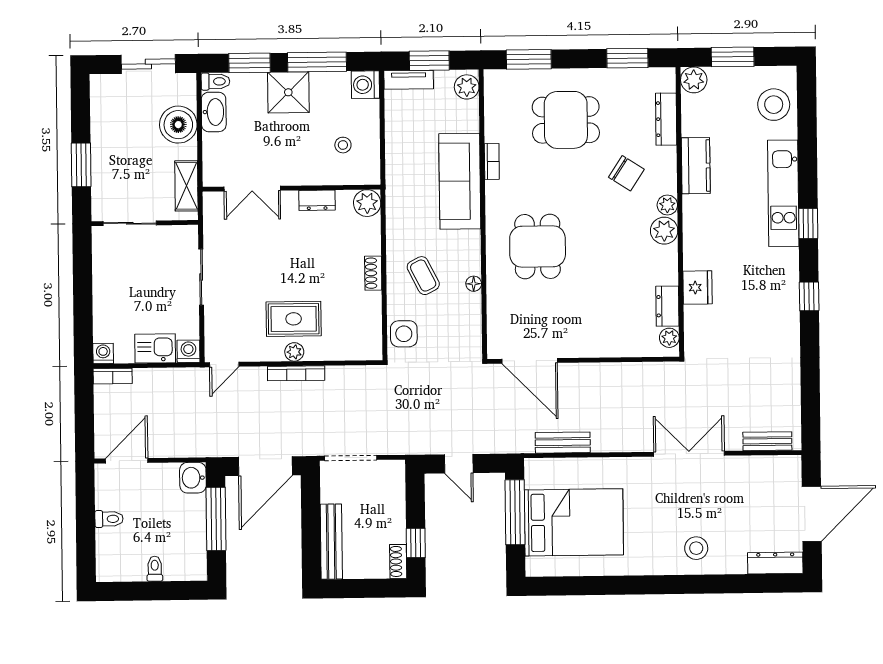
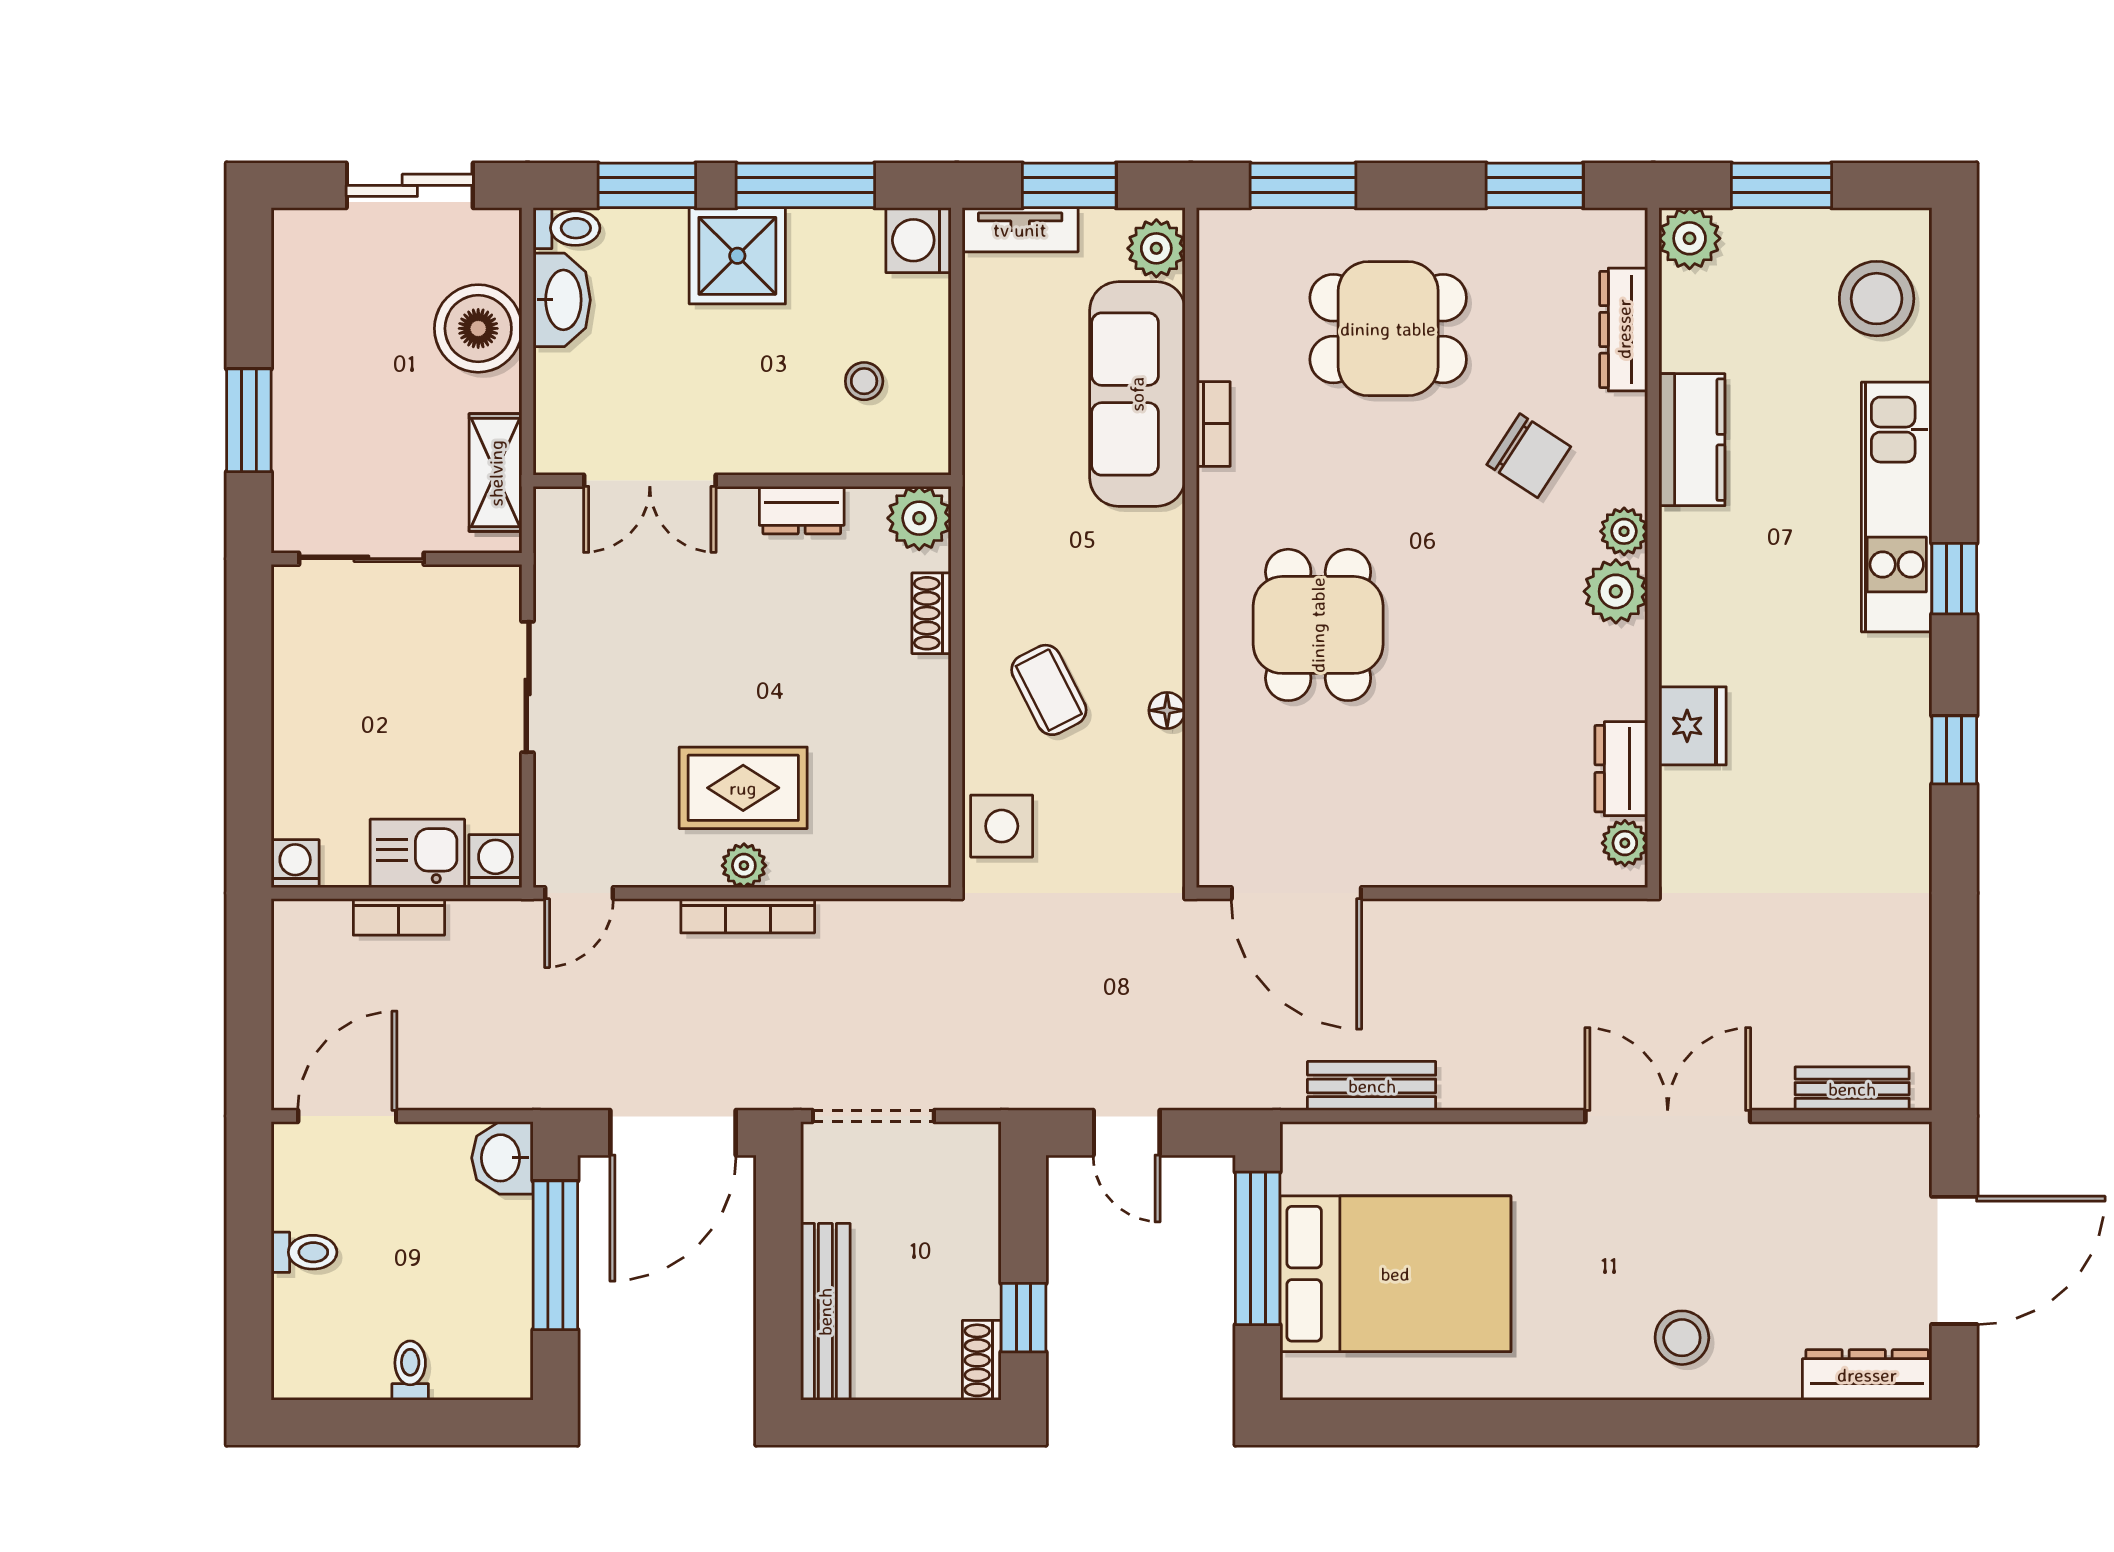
sofa: (460, 181) -> (1137, 394), moved
shoe rack: (373, 273) -> (932, 613), moved
bookcase: (113, 376) -> (399, 917), moved

